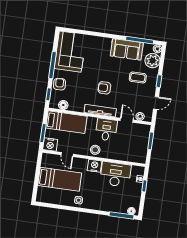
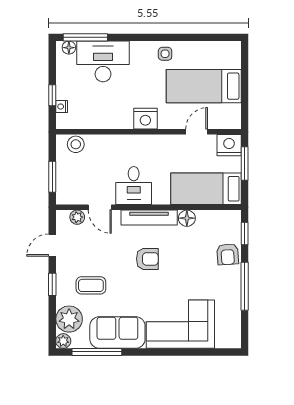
corner sofa: (70, 52) -> (180, 324), moved, turned 90
floor lamp: (63, 105) -> (187, 218), moved
stool: (95, 150) -> (76, 144), moved
door: (67, 154) -> (197, 132), hinge flipped
desk: (115, 174) -> (103, 61), moved, turned 180

